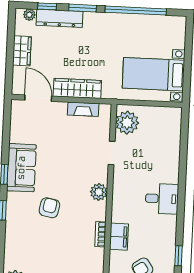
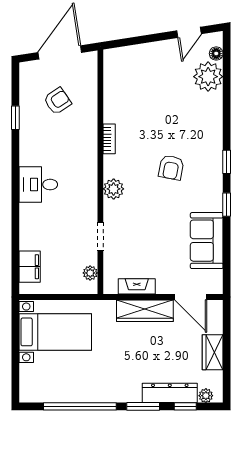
plant: (127, 123) -> (90, 273), width x0.53, depth x0.53
sofa: (21, 168) -> (207, 241), moved
filing cabinet: (119, 237) -> (30, 267), moved, turned 180

